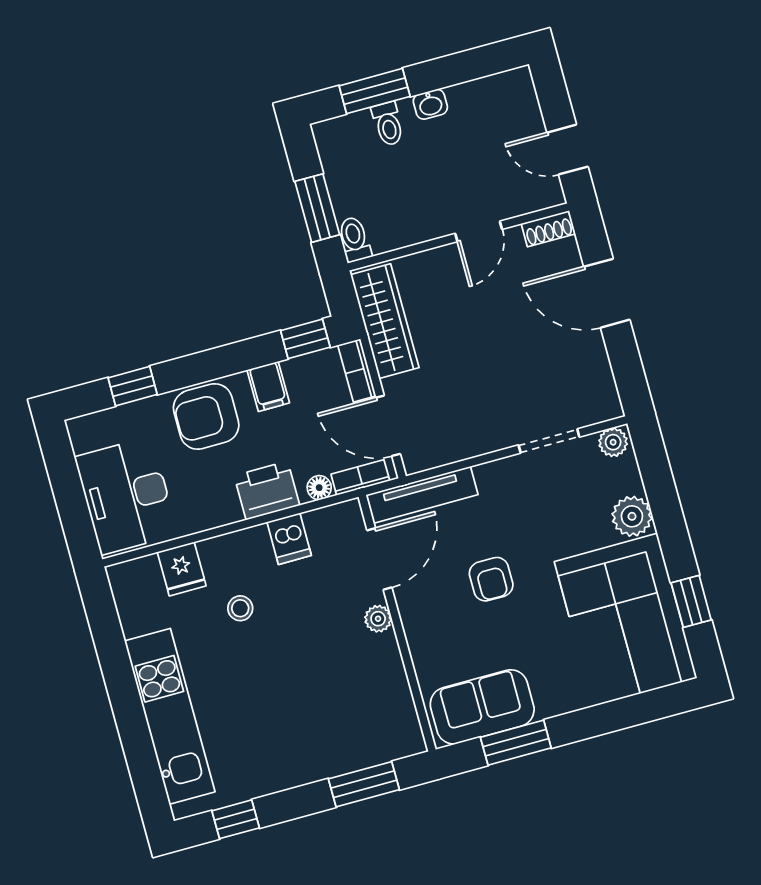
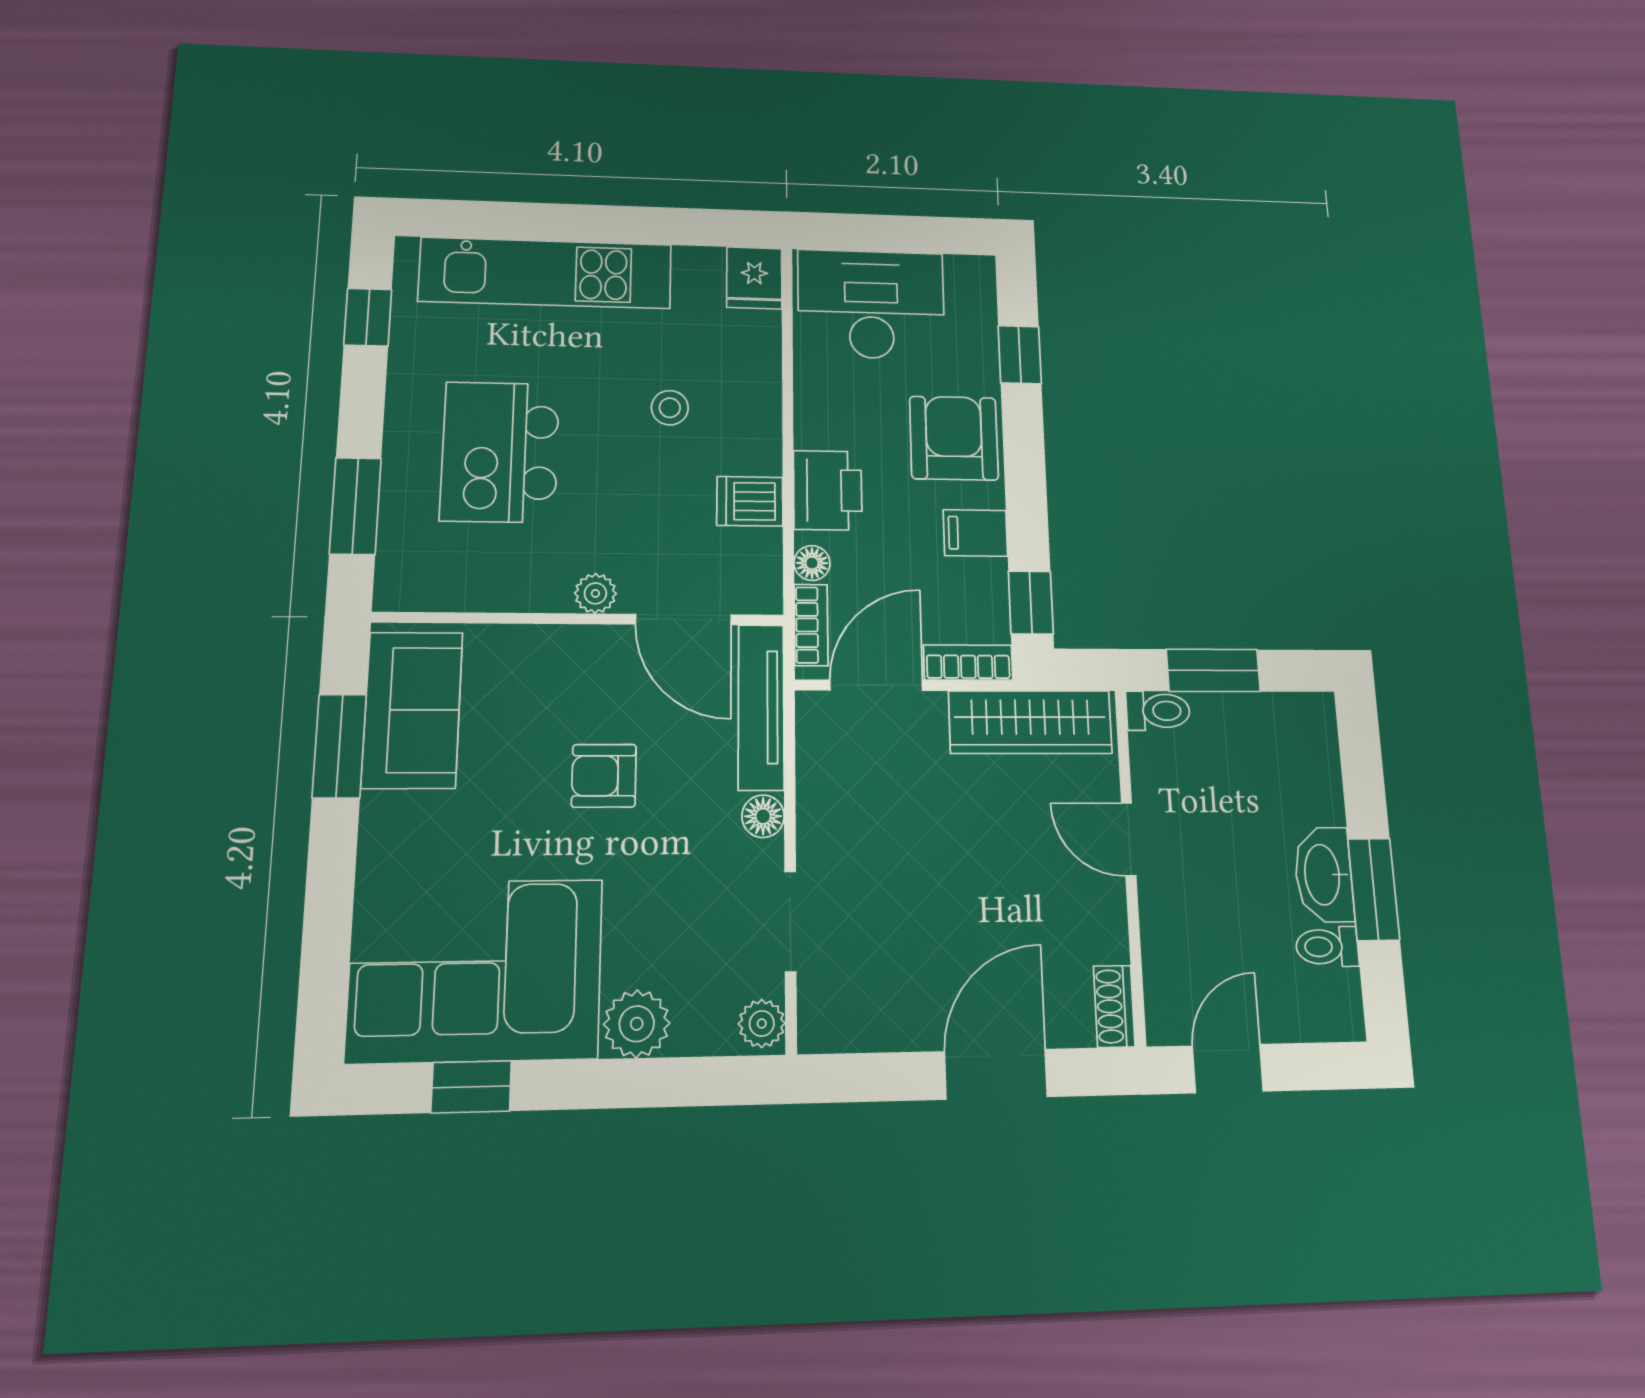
window: (375, 91) -> (1374, 889), moved
washbasin: (430, 104) -> (1324, 875), width x1.91, depth x1.45
toilet: (388, 124) -> (1327, 947), moved
door: (479, 231) -> (1129, 839), moved
floor lamp: (490, 475) -> (763, 816), added
fridge: (182, 569) -> (754, 278), moved, turned -90
kitchen island: (302, 707) -> (500, 452), added

